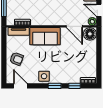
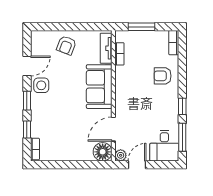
door: (20, 86) -> (27, 66), moved

